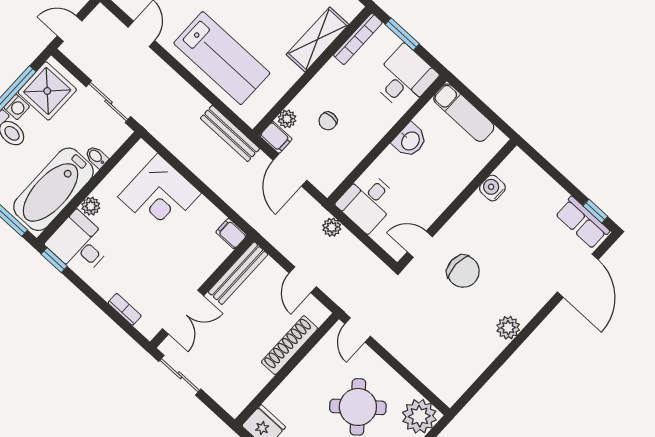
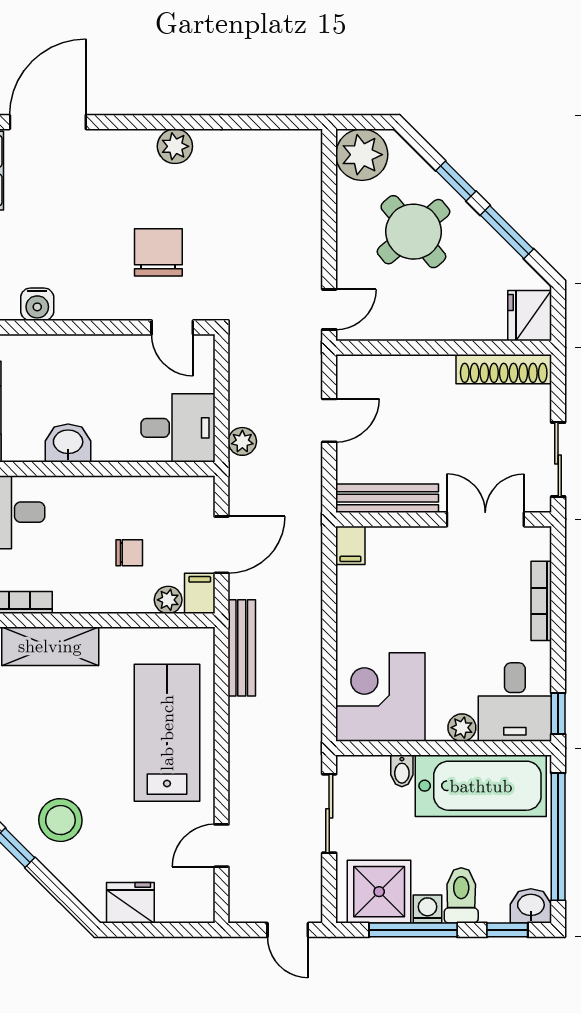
corner desk: (159, 195) -> (380, 697), moved, turned -90
bookcase: (125, 309) -> (541, 601), width x1.56
shoe rack: (289, 345) -> (504, 369), moved

